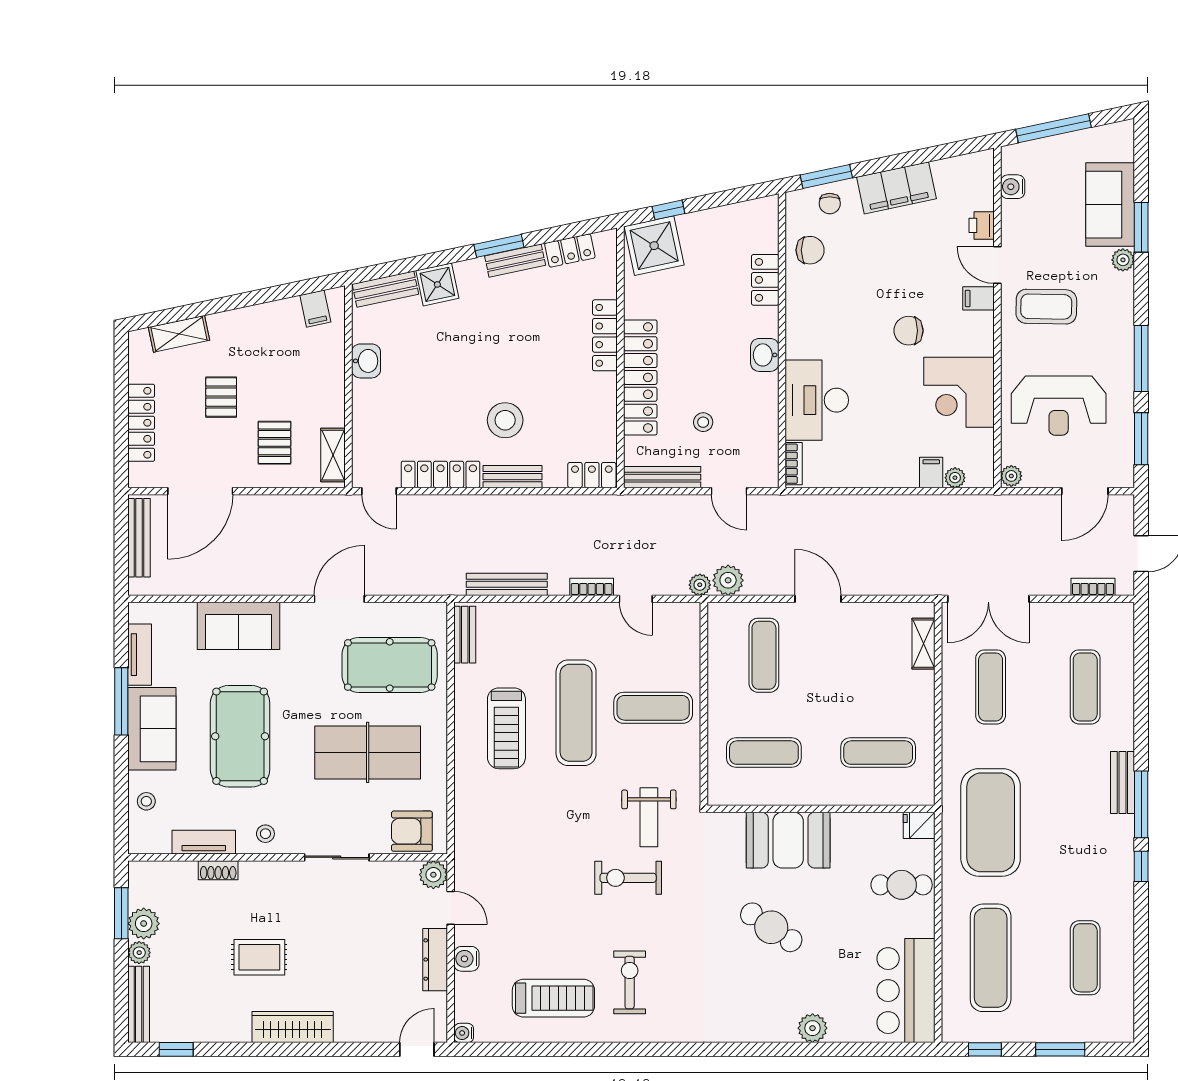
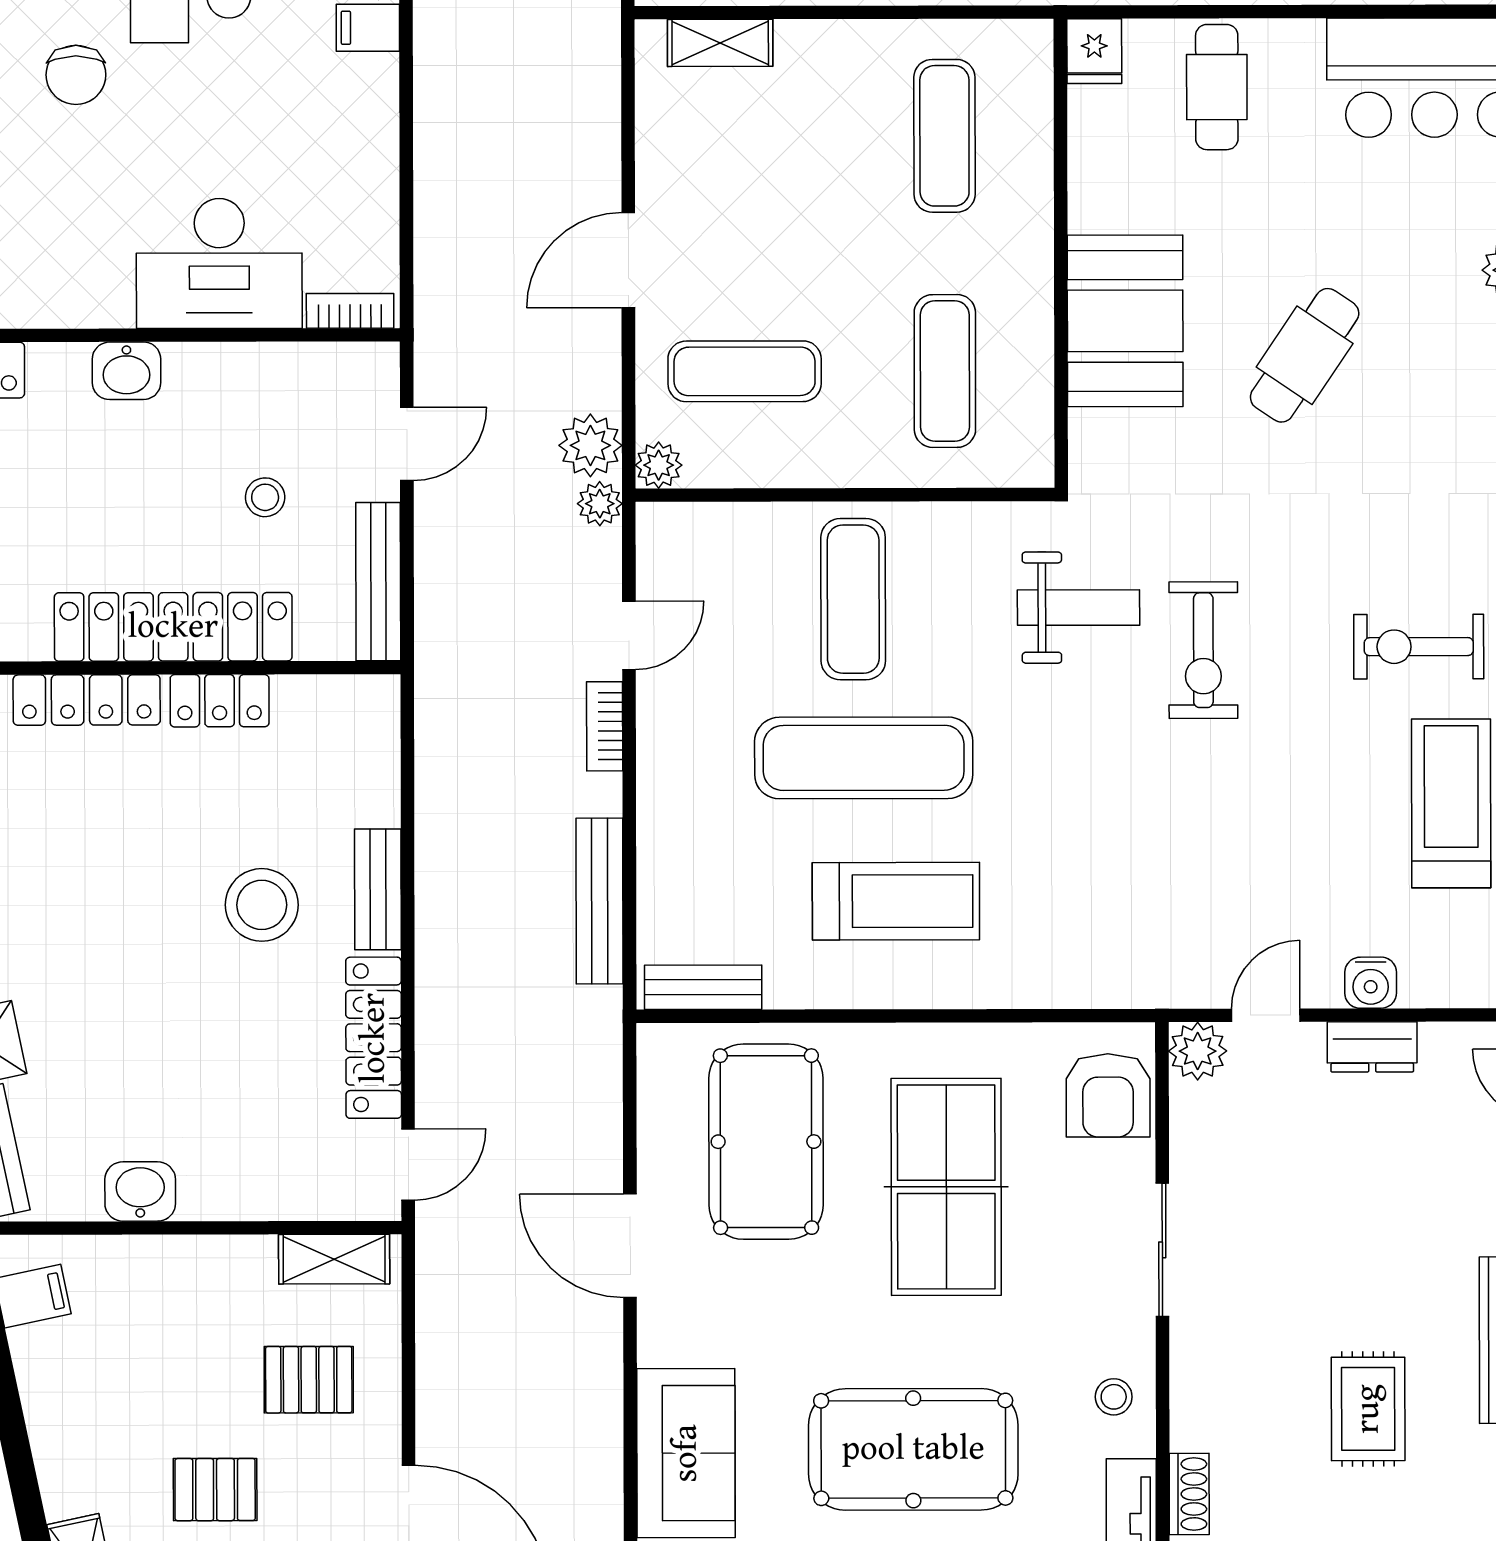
locker: (592, 475) -> (220, 701), moved, turned -90
plant: (718, 613) -> (659, 465), added
dresser: (435, 960) -> (1372, 1047), width x0.70

